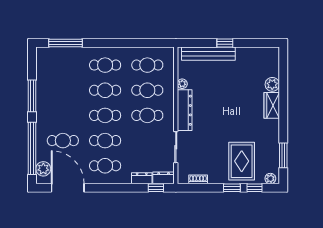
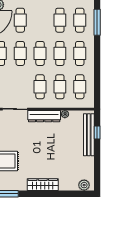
window: (225, 43) -> (97, 133), moved
cafe table: (63, 65) -> (80, 20), added
plant: (272, 84) -> (84, 185), moved
cafe table: (63, 90) -> (60, 20), added
wardrobe: (272, 105) -> (43, 185), width x1.50

